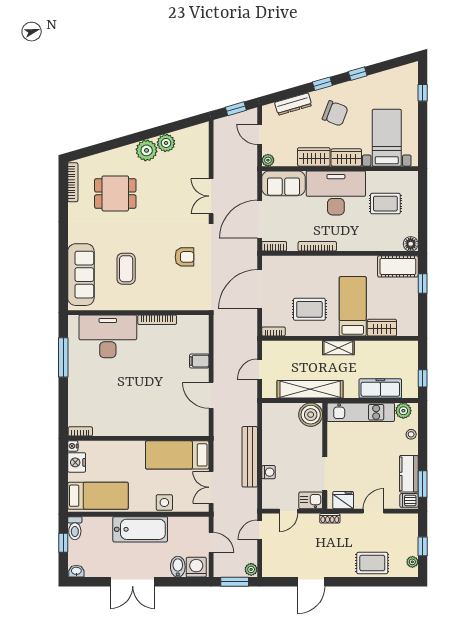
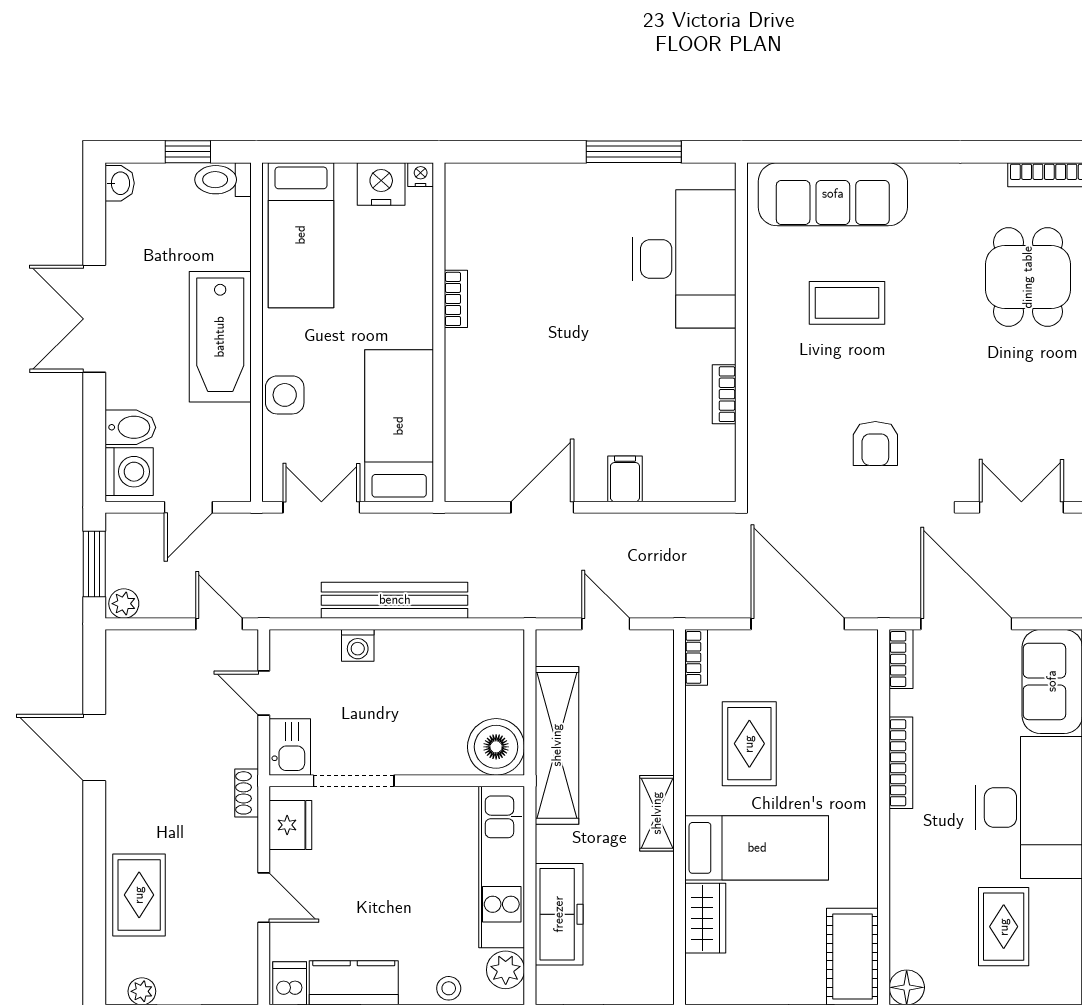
bookcase: (157, 320) -> (724, 394), width x0.64
bookcase: (80, 431) -> (456, 299), moved

